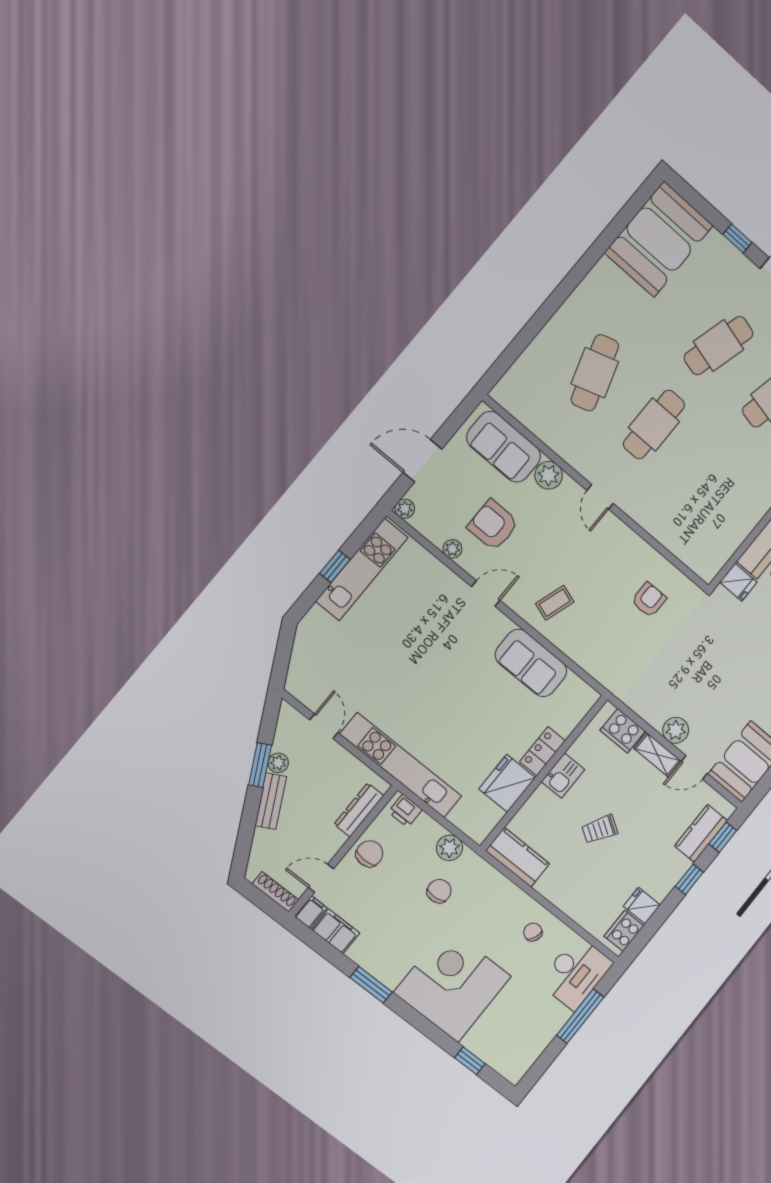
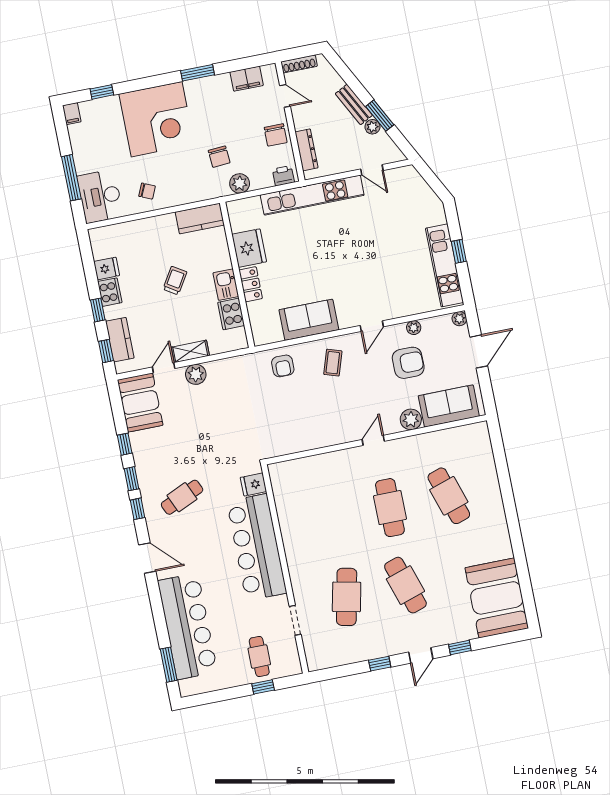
cafe table: (719, 346) -> (405, 585), turned -33
door: (600, 497) -> (373, 440), hinge flipped
armchair: (649, 600) -> (283, 366), moved
cooker: (623, 731) -> (231, 314), moved, turned -90
door: (321, 878) -> (285, 96), hinge flipped
filing cabinet: (311, 912) -> (72, 114), moved
cooker: (624, 931) -> (110, 292), moved

